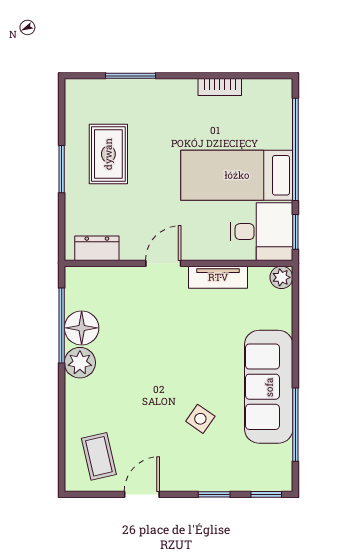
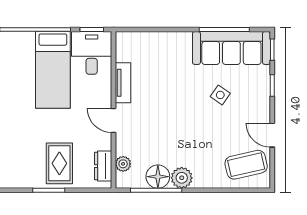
rug: (108, 154) -> (59, 163), moved, turned 90
plant: (281, 277) -> (123, 164), moved
sofa: (269, 387) -> (231, 48), moved
coffee table: (99, 456) -> (246, 165), width x1.36, depth x1.30

